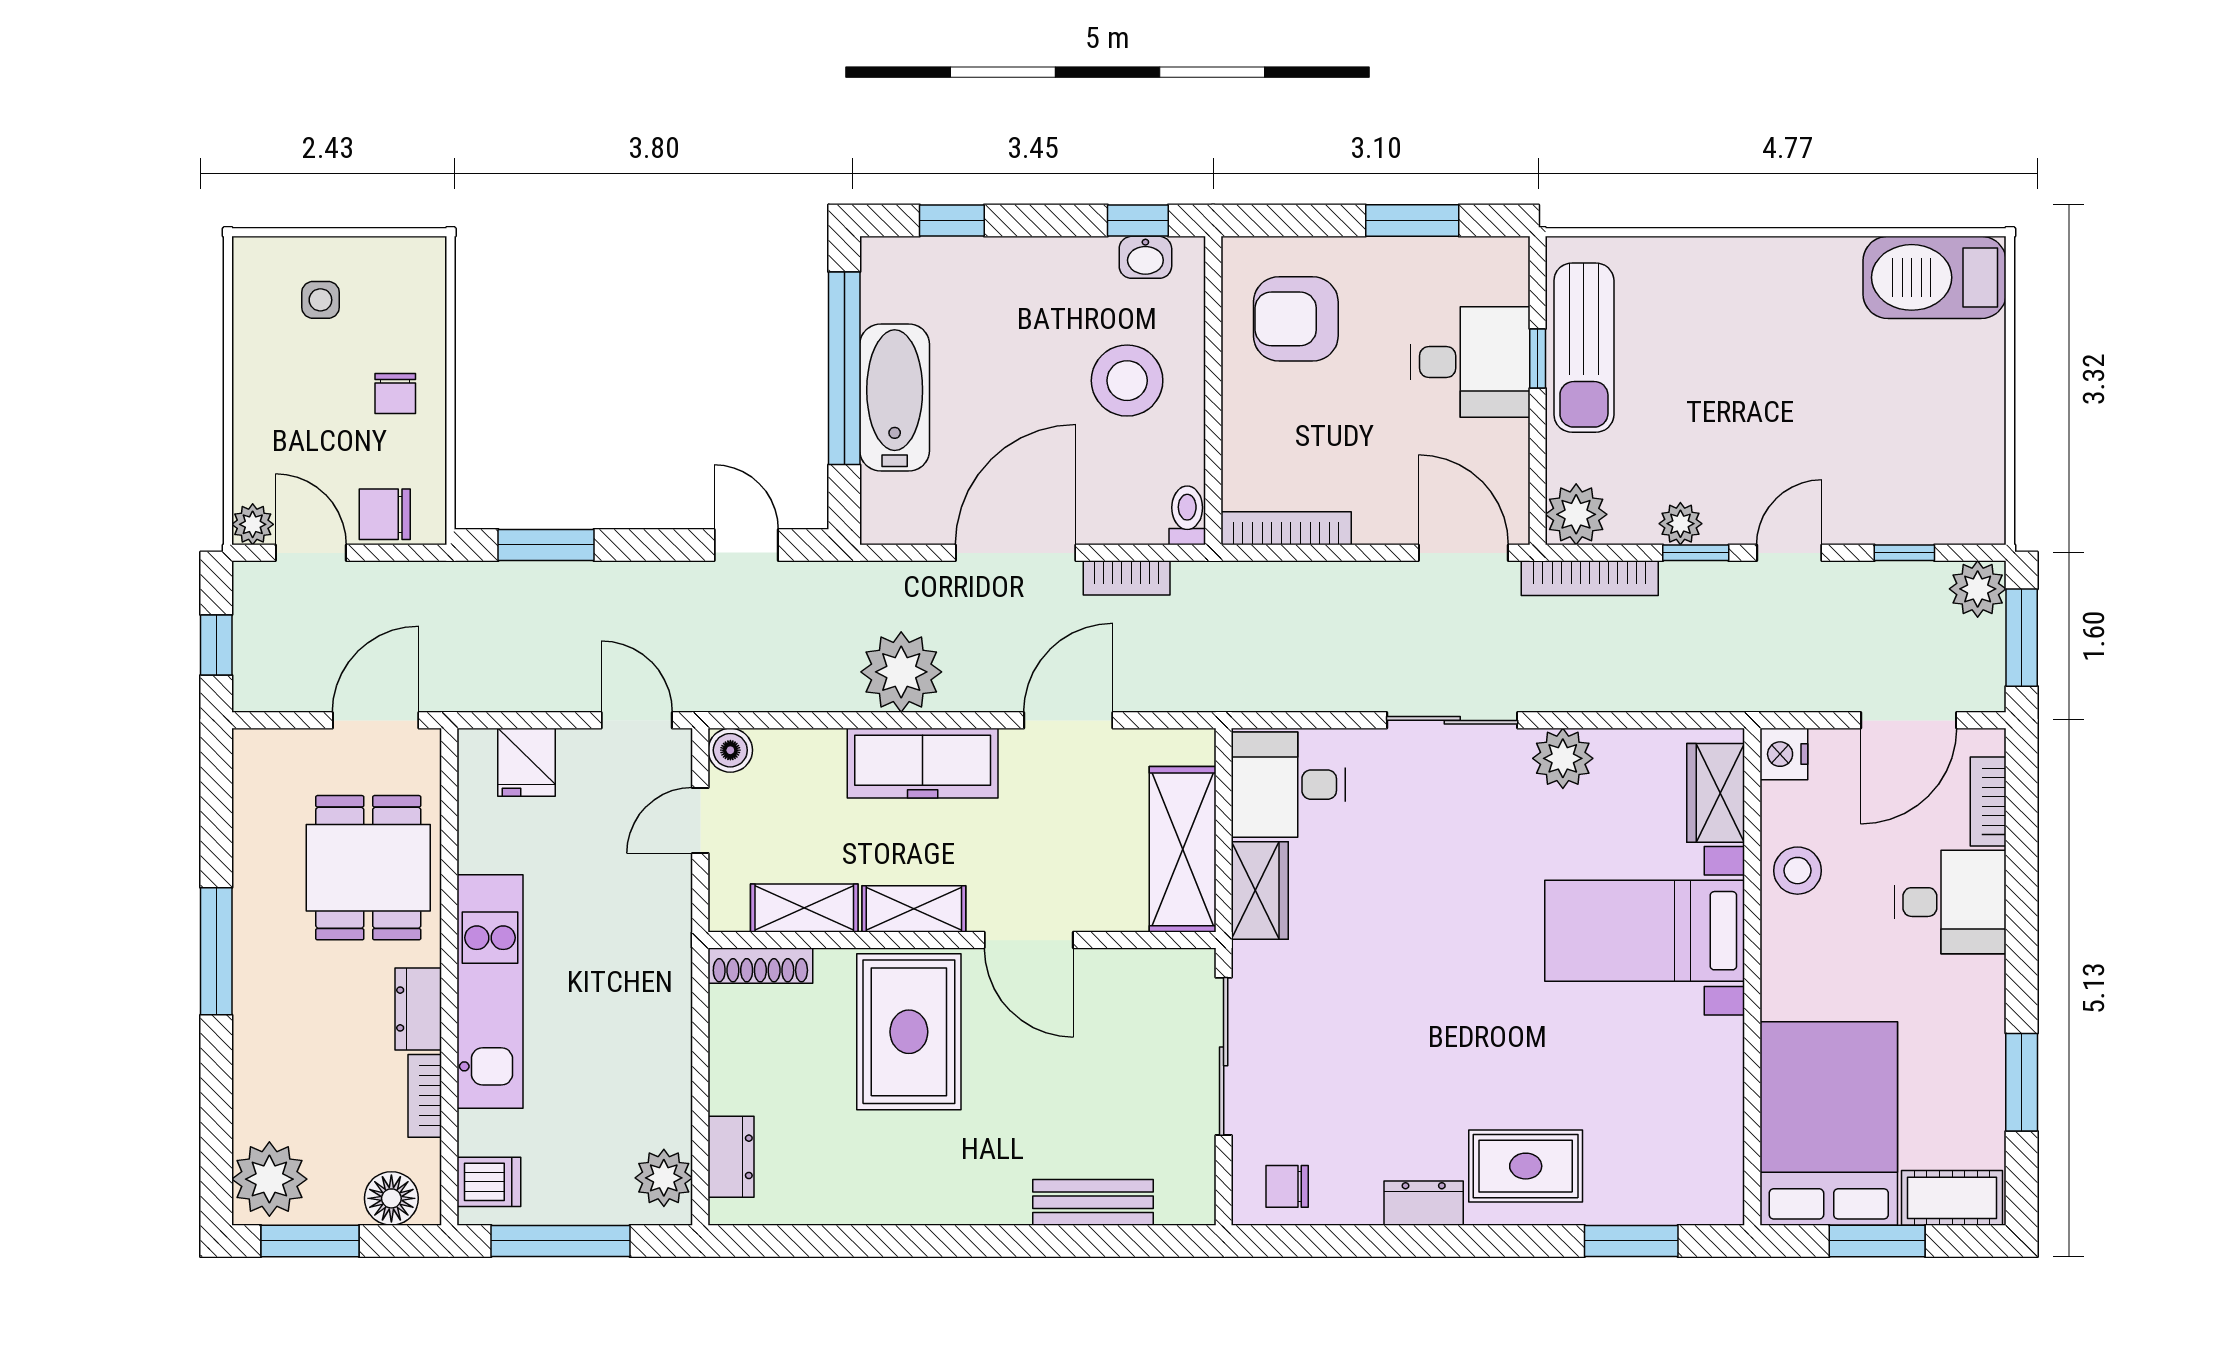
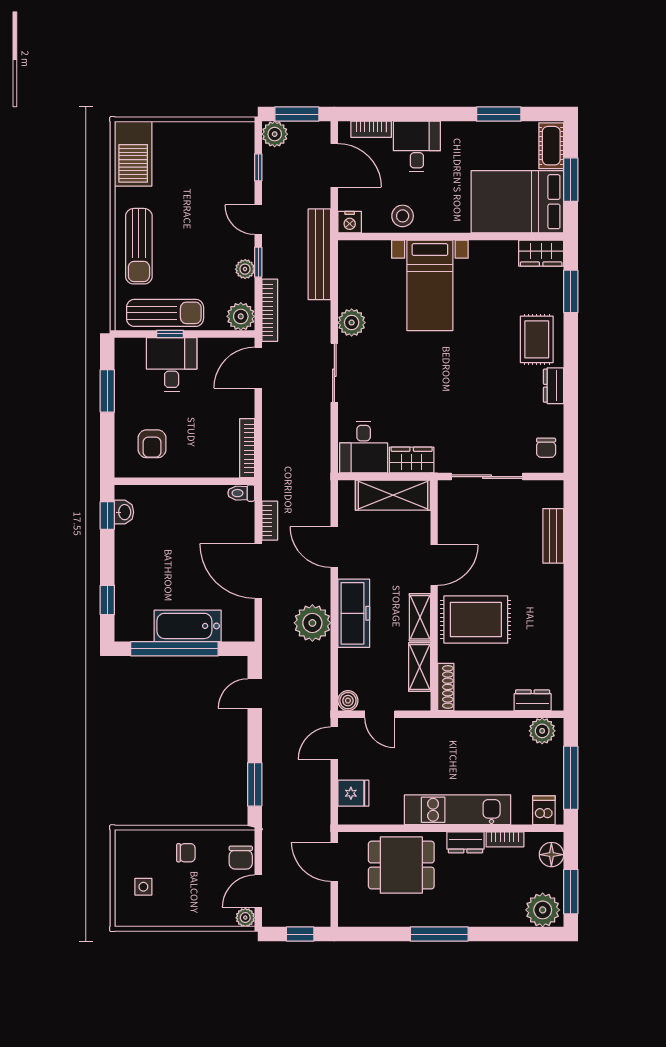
sun lounger: (1731, 290) -> (139, 246), added
armchair: (1296, 319) -> (152, 444), width x0.72, depth x0.72
stool: (1127, 381) -> (180, 520), removed
bench: (1713, 688) -> (319, 254), added
wardrobe: (1716, 793) -> (541, 253), moved

